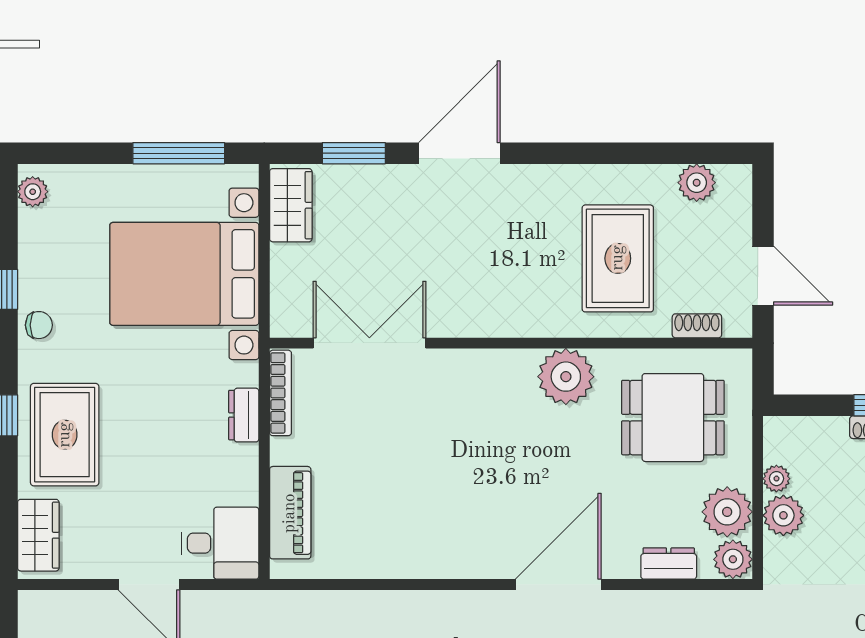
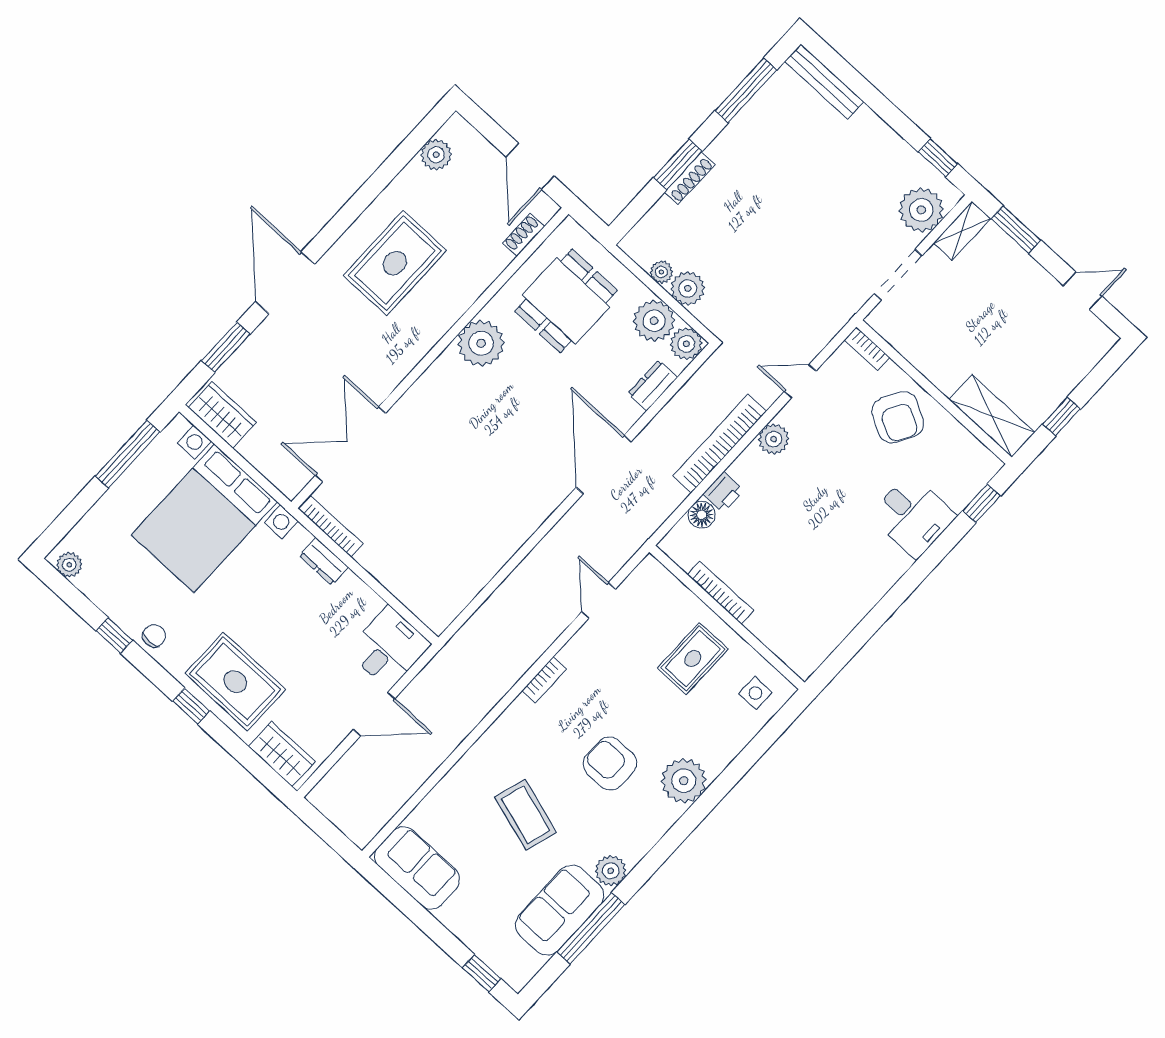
rug: (618, 258) -> (395, 263), moved, turned 90
door: (763, 276) -> (530, 166), swing flipped
piano: (290, 513) -> (409, 588), removed

